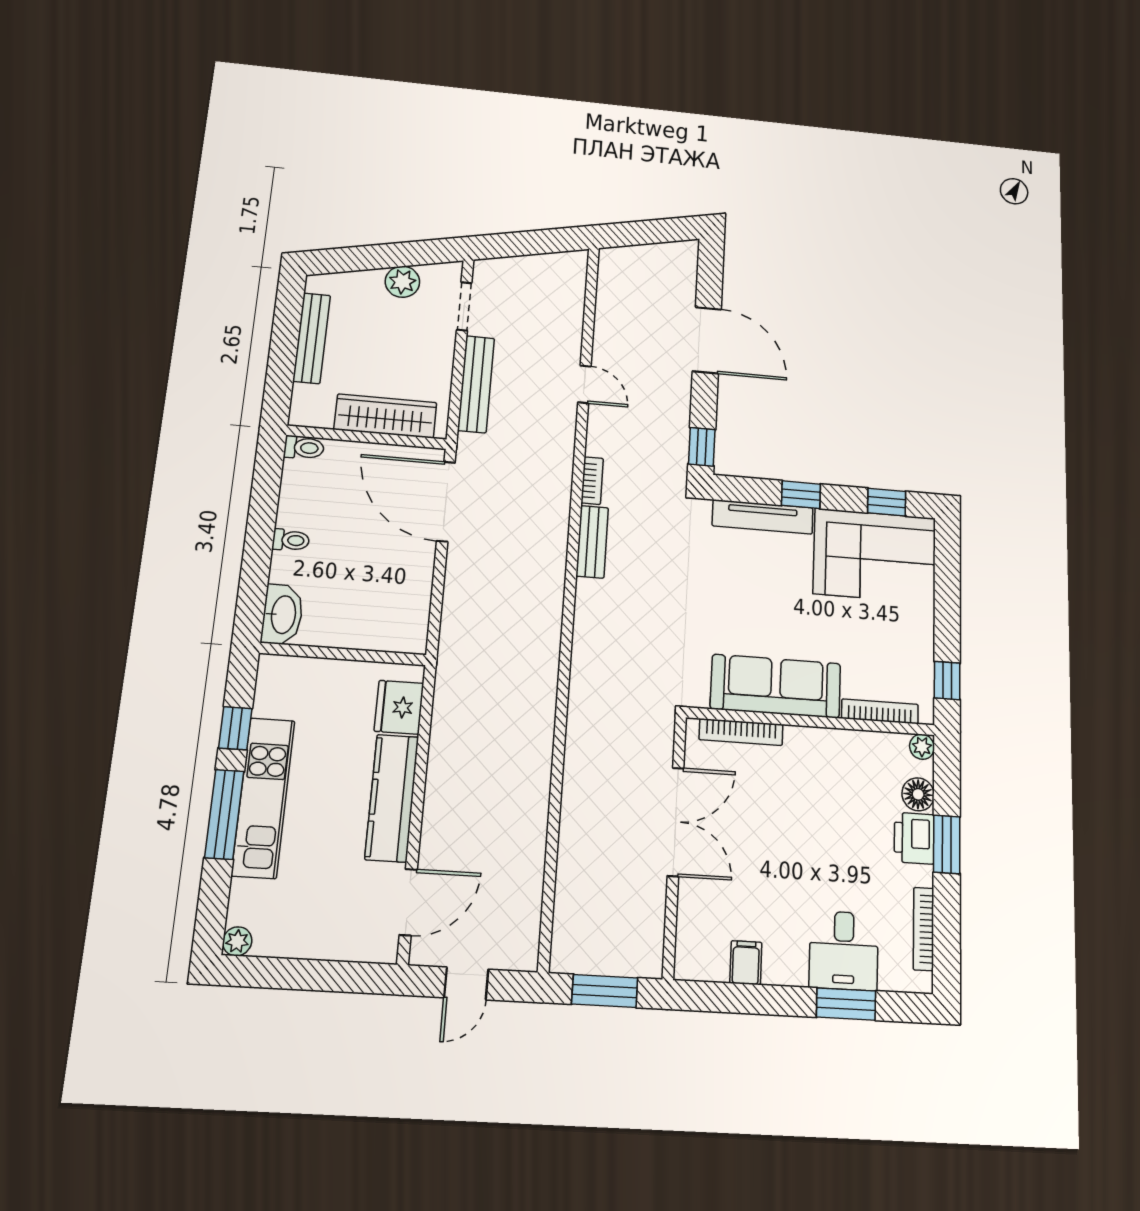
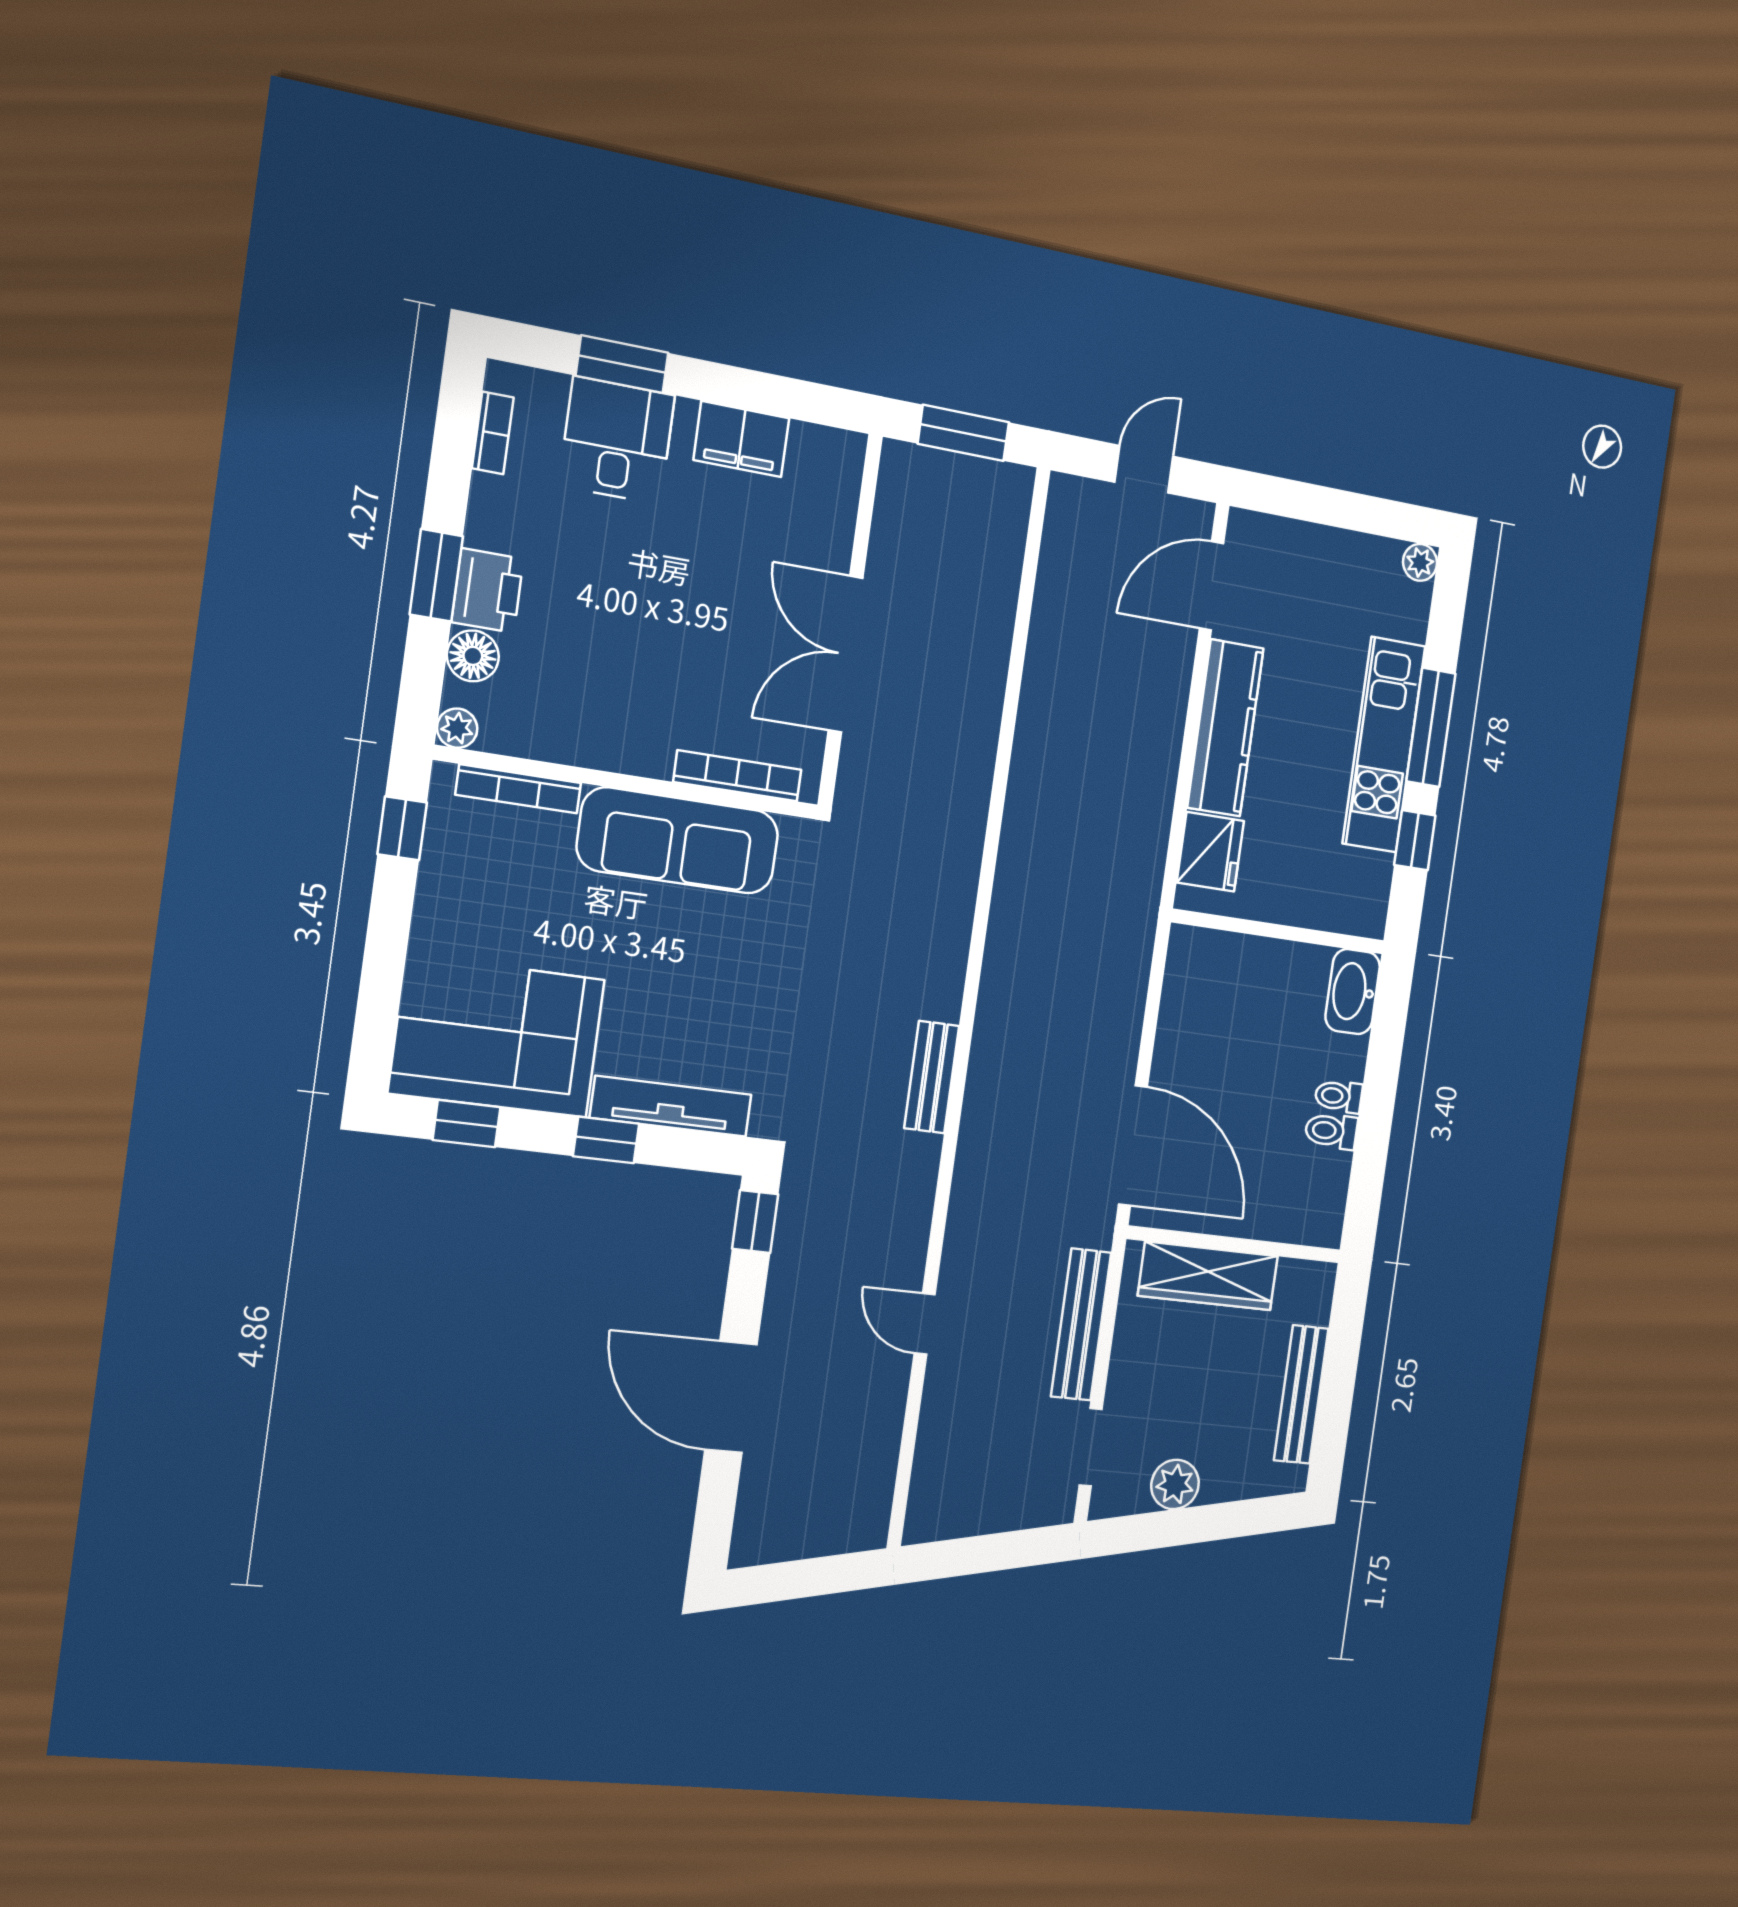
toilet: (304, 448) -> (1331, 1131), moved
bookcase: (592, 481) -> (925, 1171), removed
bookcase: (924, 929) -> (493, 433), width x0.64
filing cabinet: (746, 963) -> (741, 439), width x2.00

